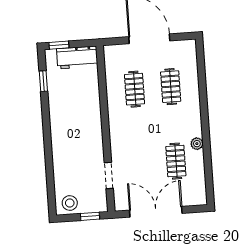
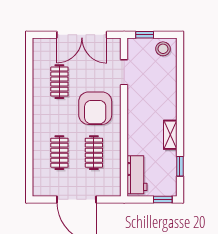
workbench: (77, 57) -> (137, 175), moved, turned 90
shelving: (56, 113) -> (170, 135), added
armchair: (136, 136) -> (95, 108), added
plant: (197, 144) -> (38, 97), removed

